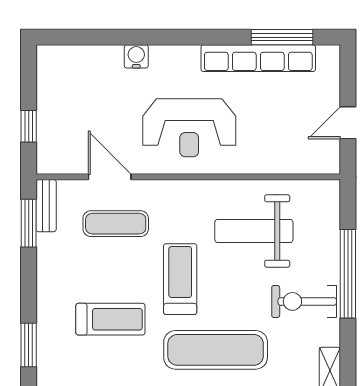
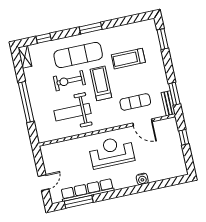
door: (348, 123) -> (44, 183), moved
weight bench: (254, 231) -> (72, 112), turned 180
treadmill: (180, 279) -> (101, 83), turned 180
exercise bike: (304, 301) -> (69, 81), moved, turned 180

